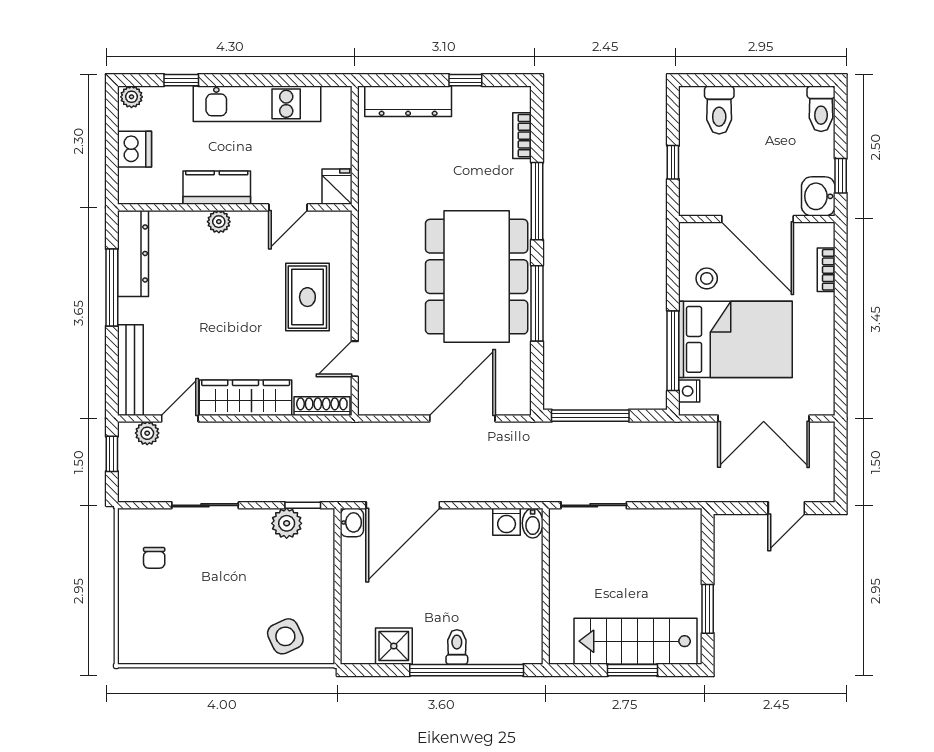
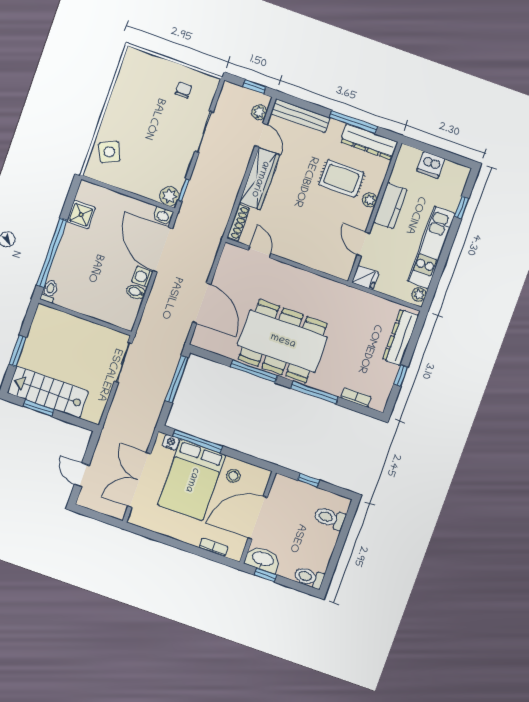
plant: (131, 97) -> (419, 294), moved
washbasin: (818, 196) -> (263, 559), width x1.38
rug: (307, 297) -> (341, 179), moved
washing machine: (507, 522) -> (142, 277), moved
plant: (287, 523) -> (169, 196), moved
bidet: (533, 523) -> (136, 292), moved
chair: (154, 558) -> (183, 90), turned 90
stairs: (635, 641) -> (48, 392), moved, turned -90
toilet: (457, 647) -> (49, 291), moved, turned -90

